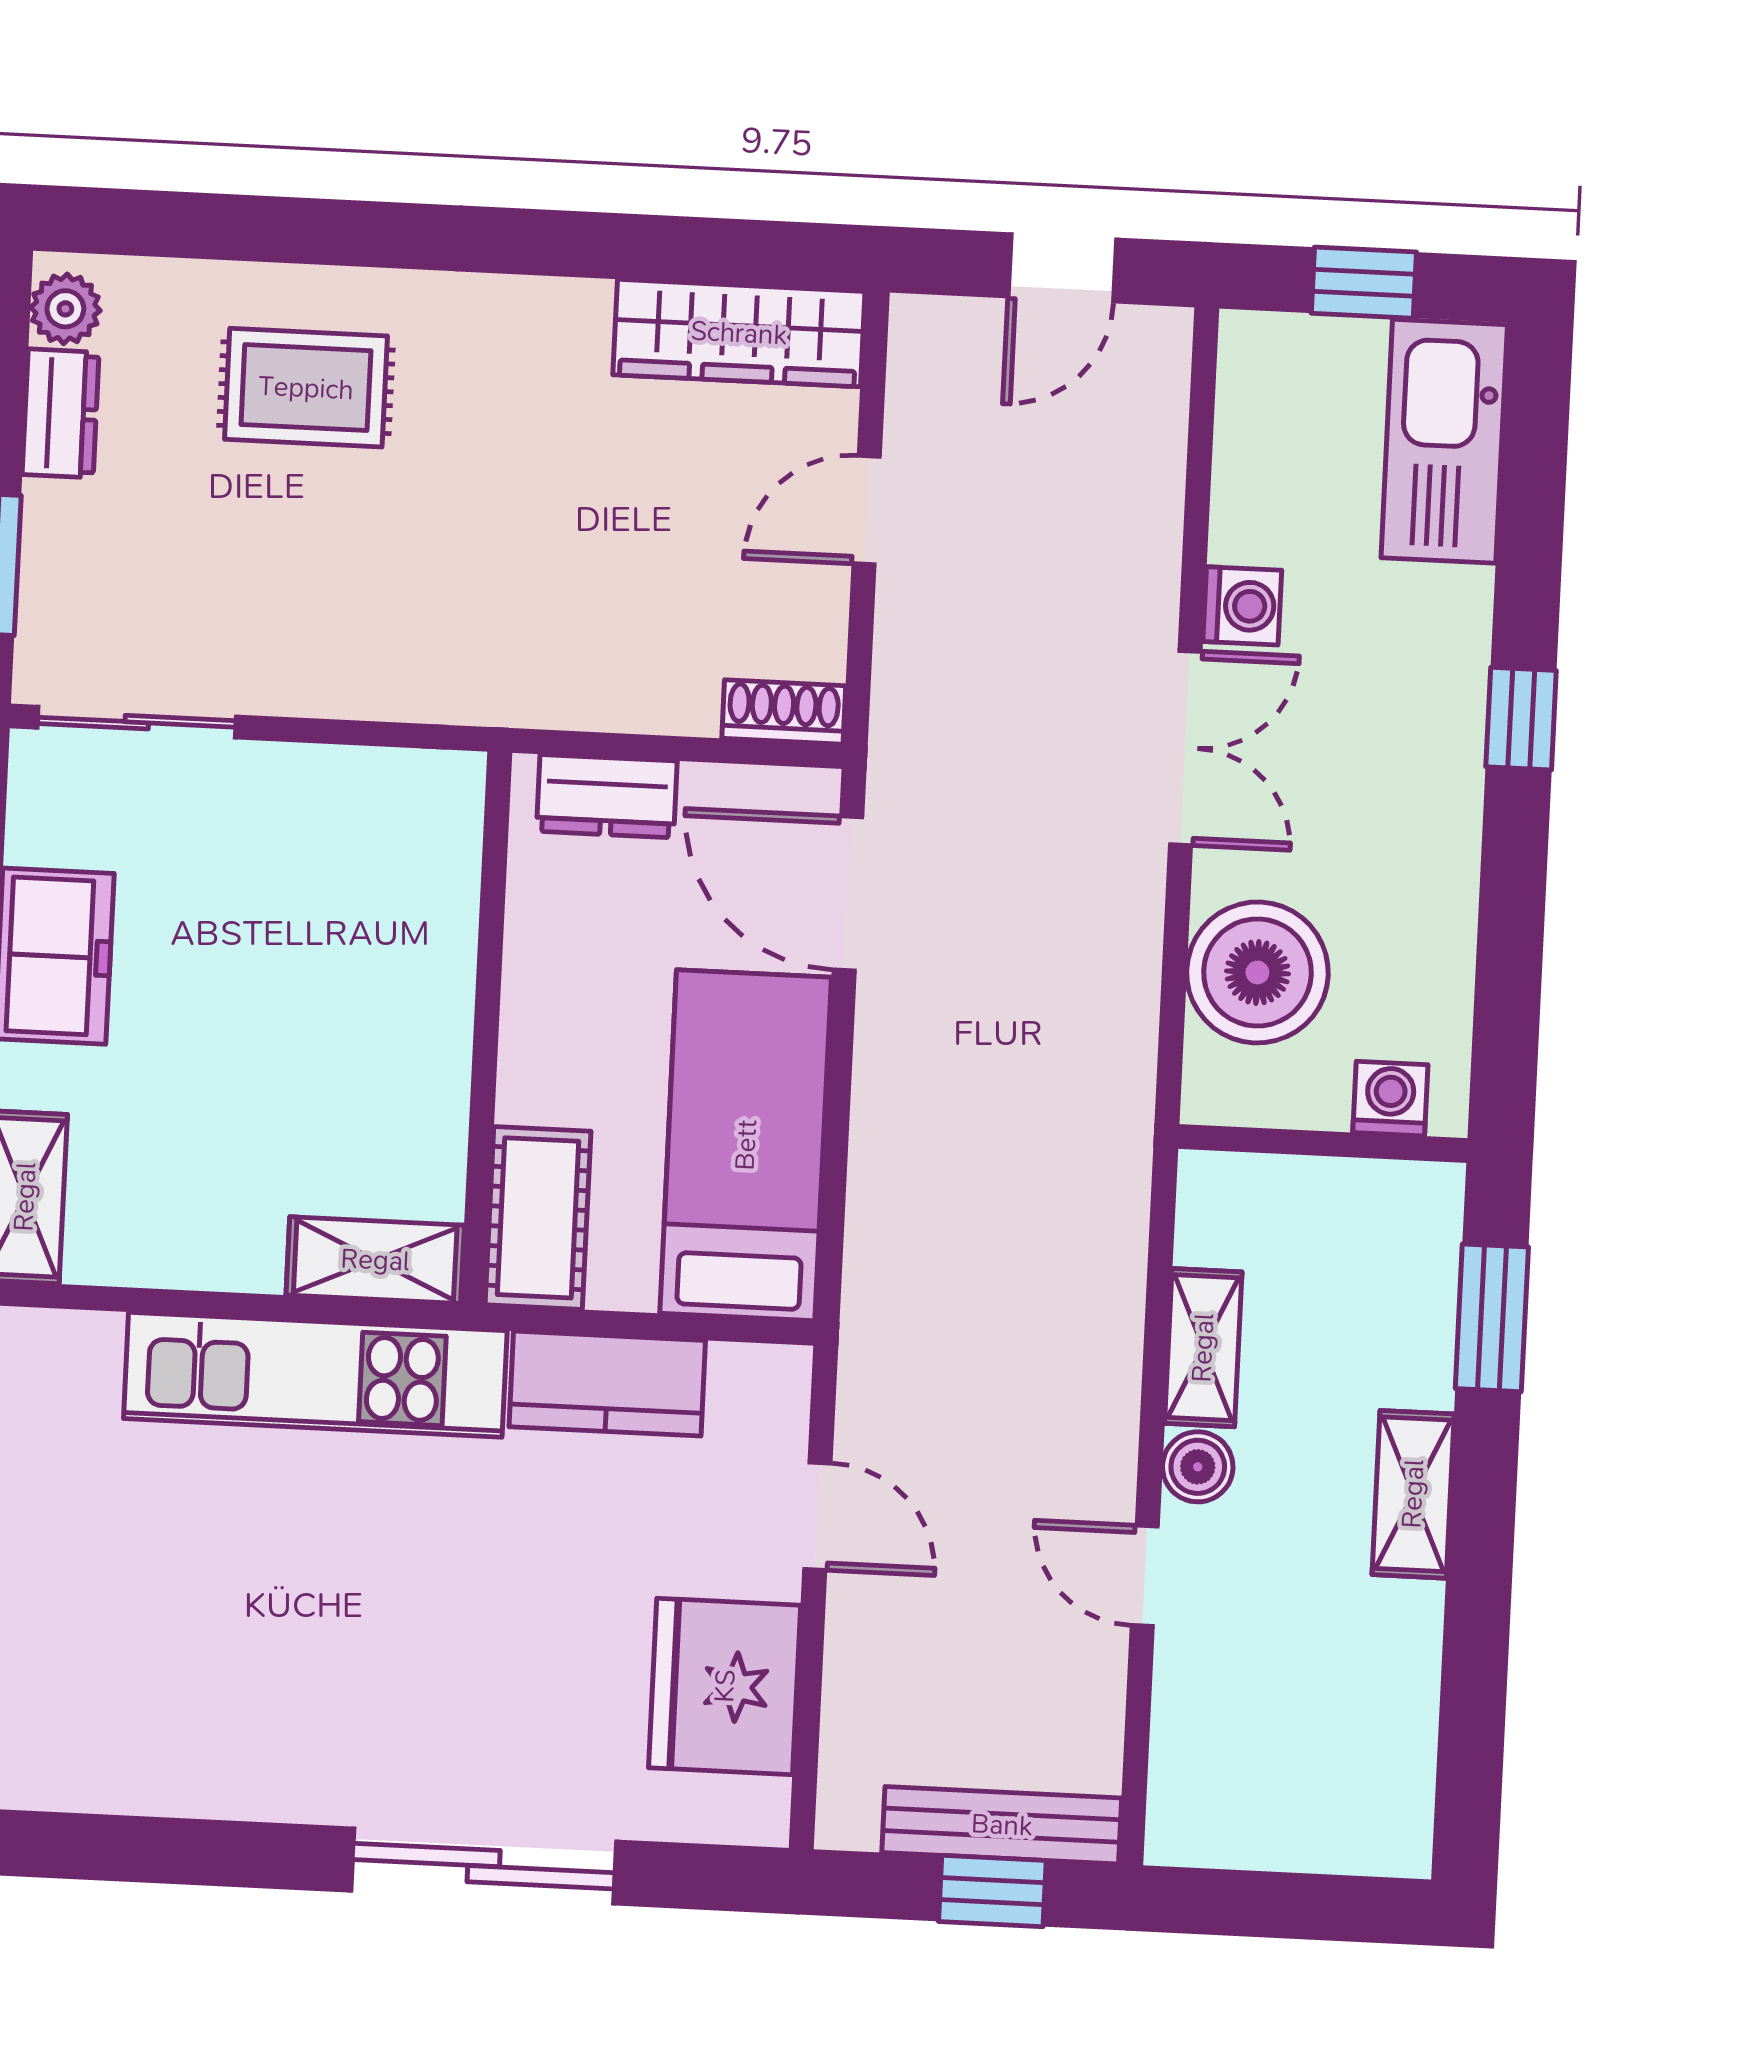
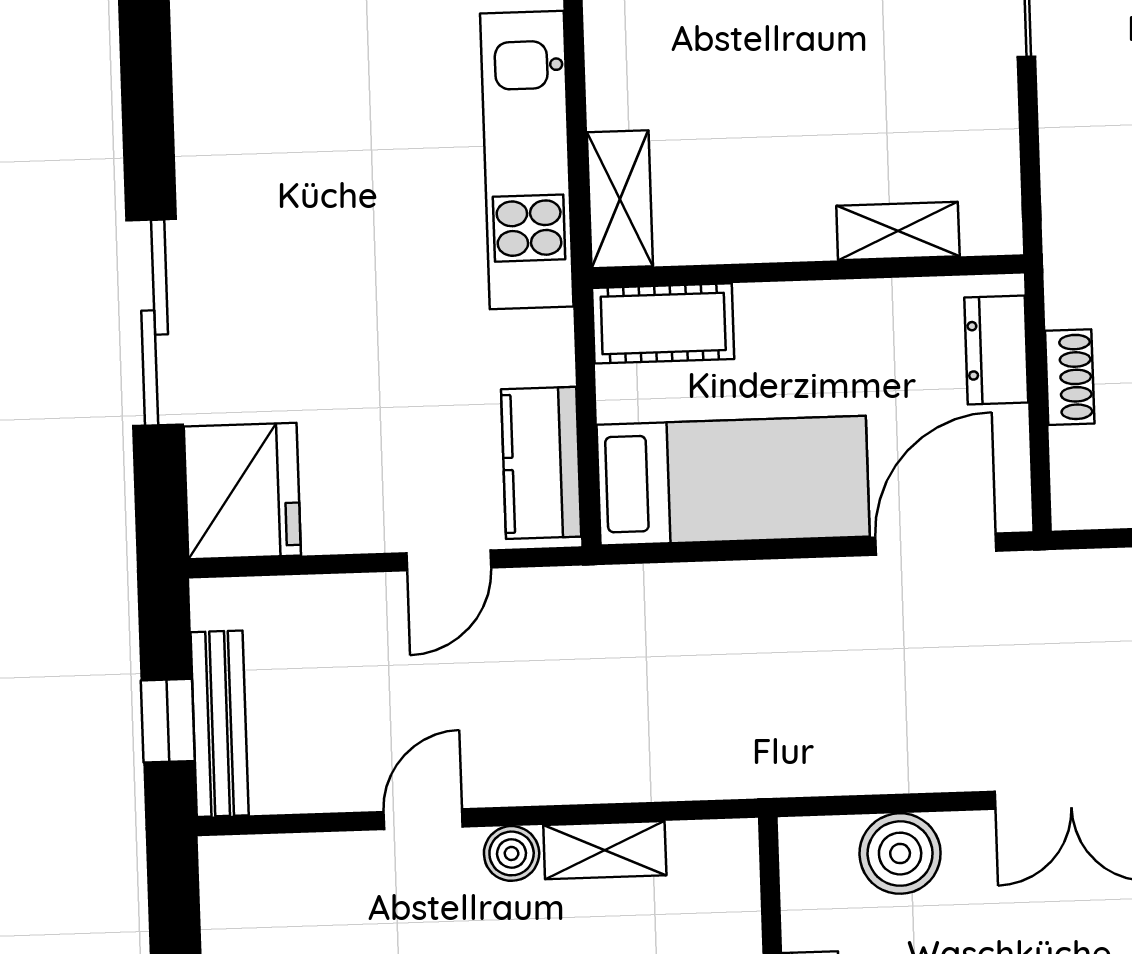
shoe rack: (784, 712) -> (1070, 377), moved
shelving: (445, 909) -> (898, 231), added
boiler: (1257, 972) -> (900, 854), width x0.73, depth x0.73
kitchen counter: (607, 1384) -> (541, 463), moved
fridge: (725, 1686) -> (242, 491), moved, turned 90

